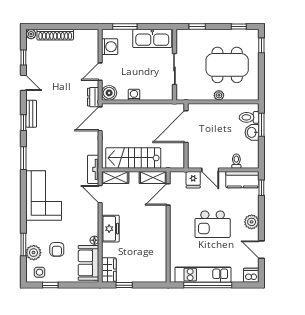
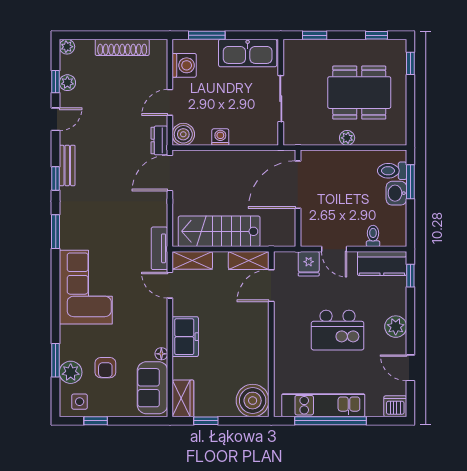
shoe rack: (55, 35) -> (122, 47), moved
plant: (31, 58) -> (67, 83), added
door: (23, 83) -> (56, 119), hinge flipped
boiler: (156, 271) -> (253, 401), added

